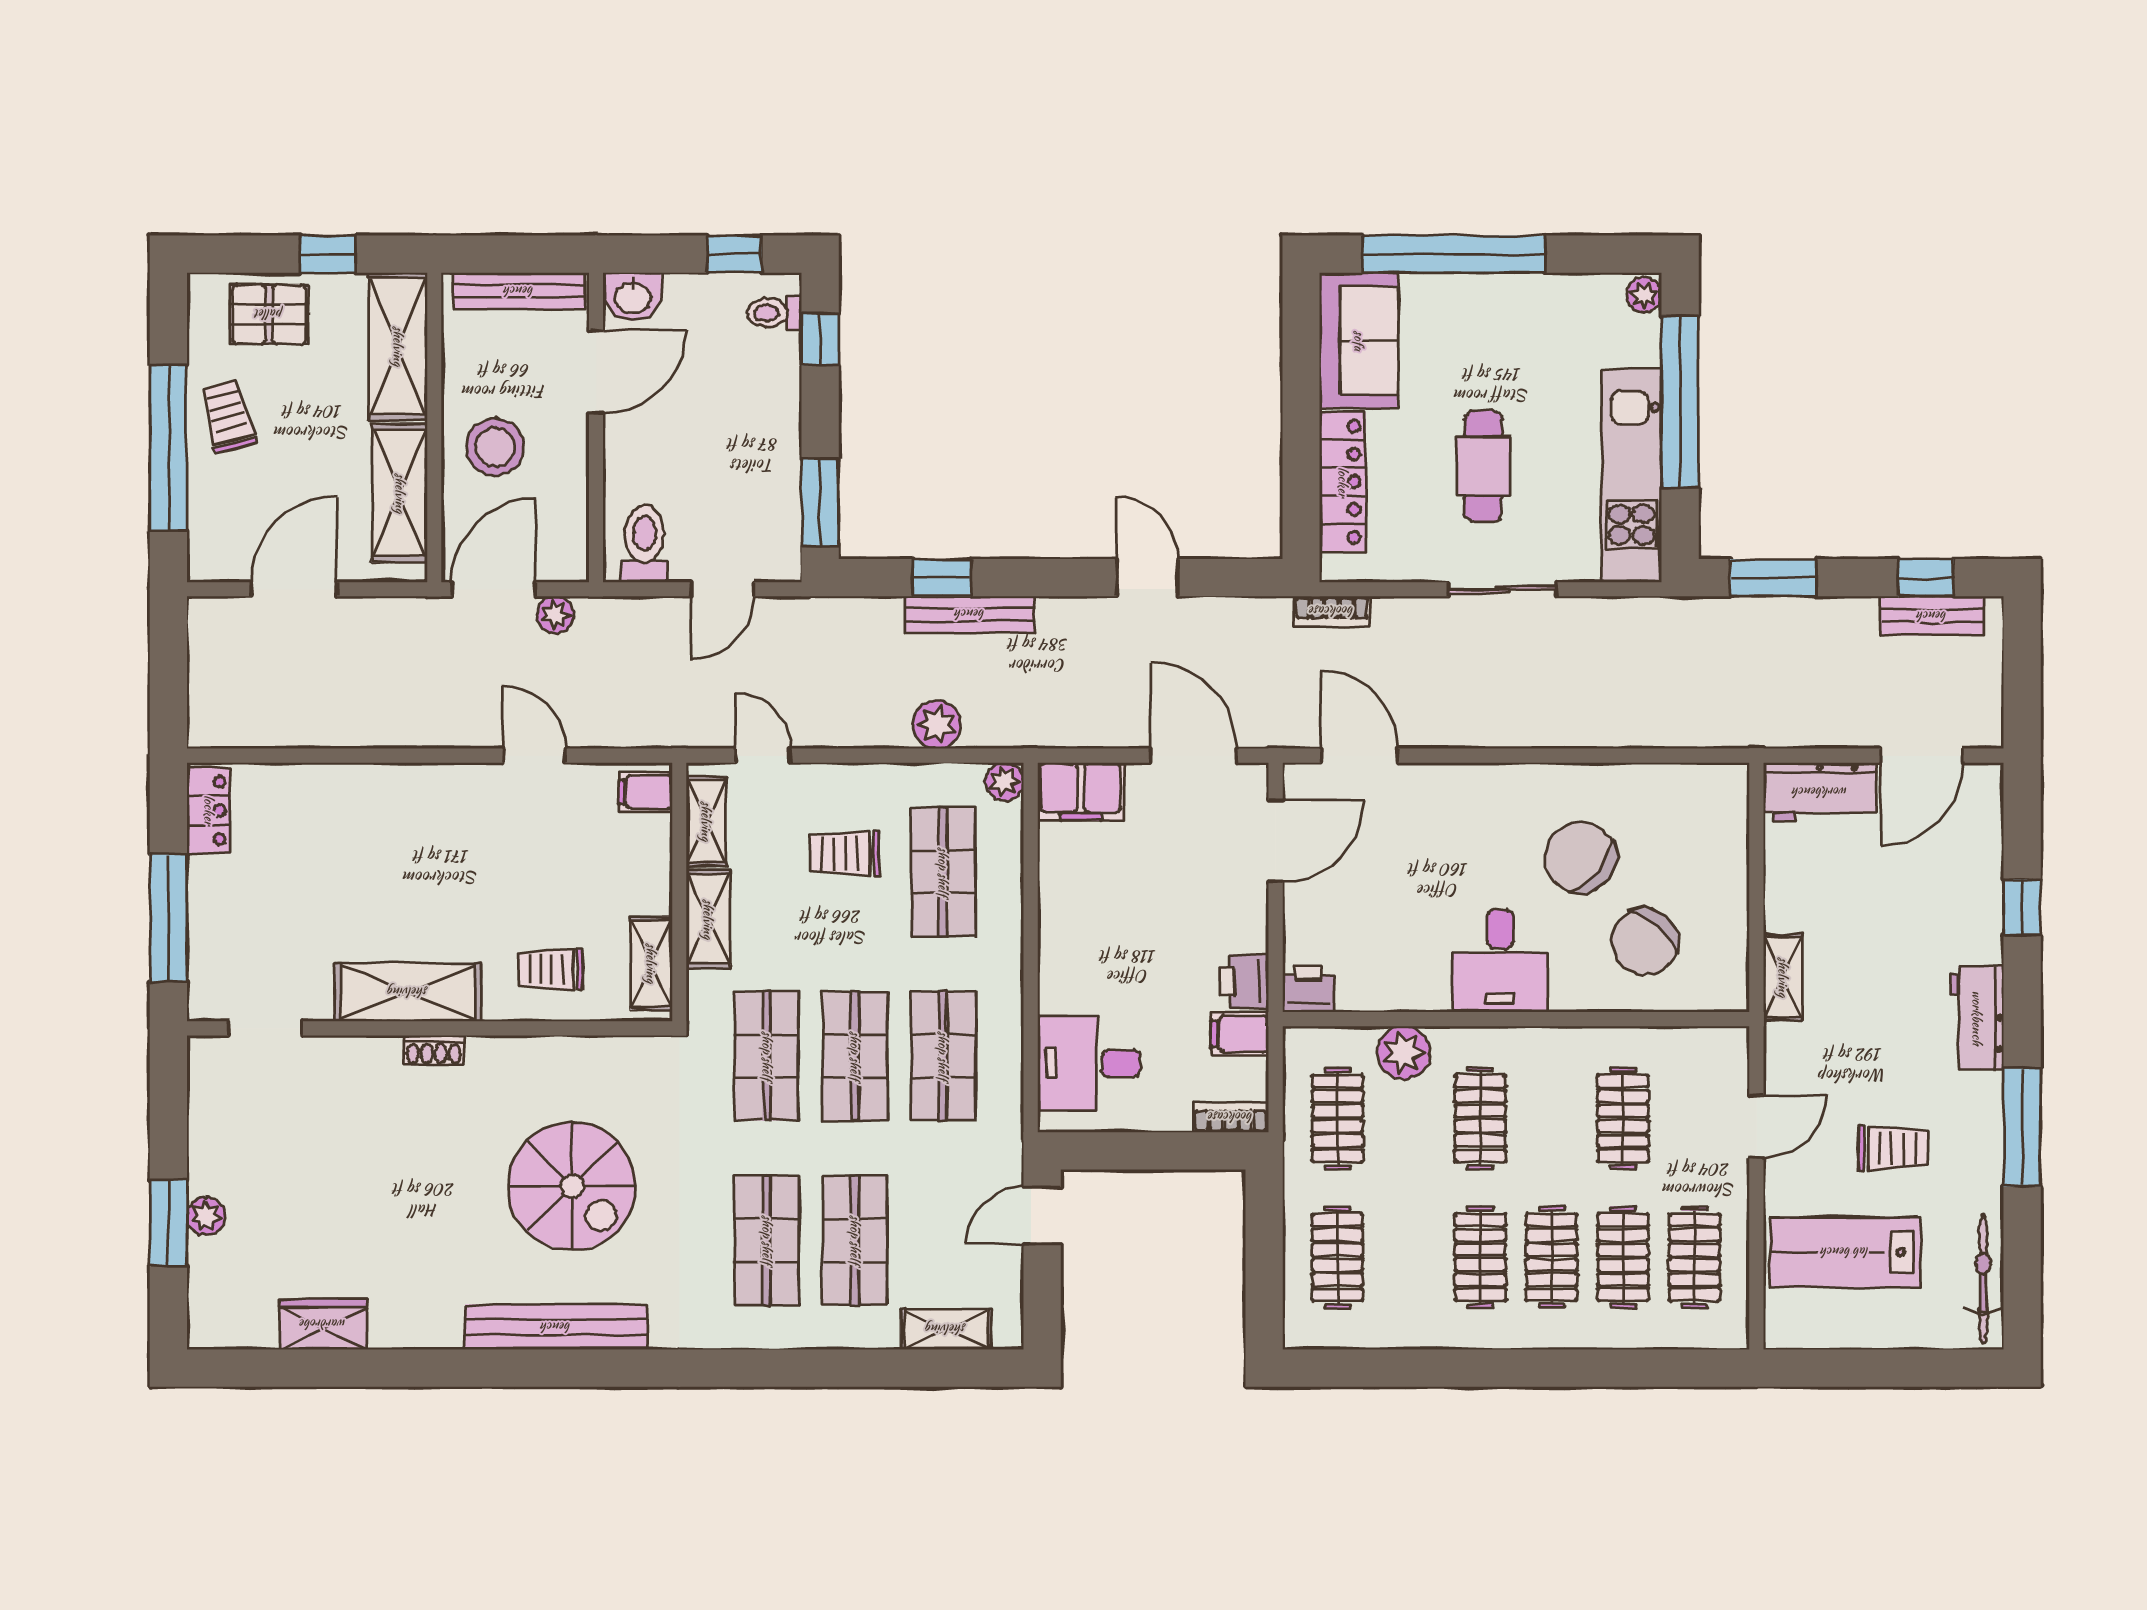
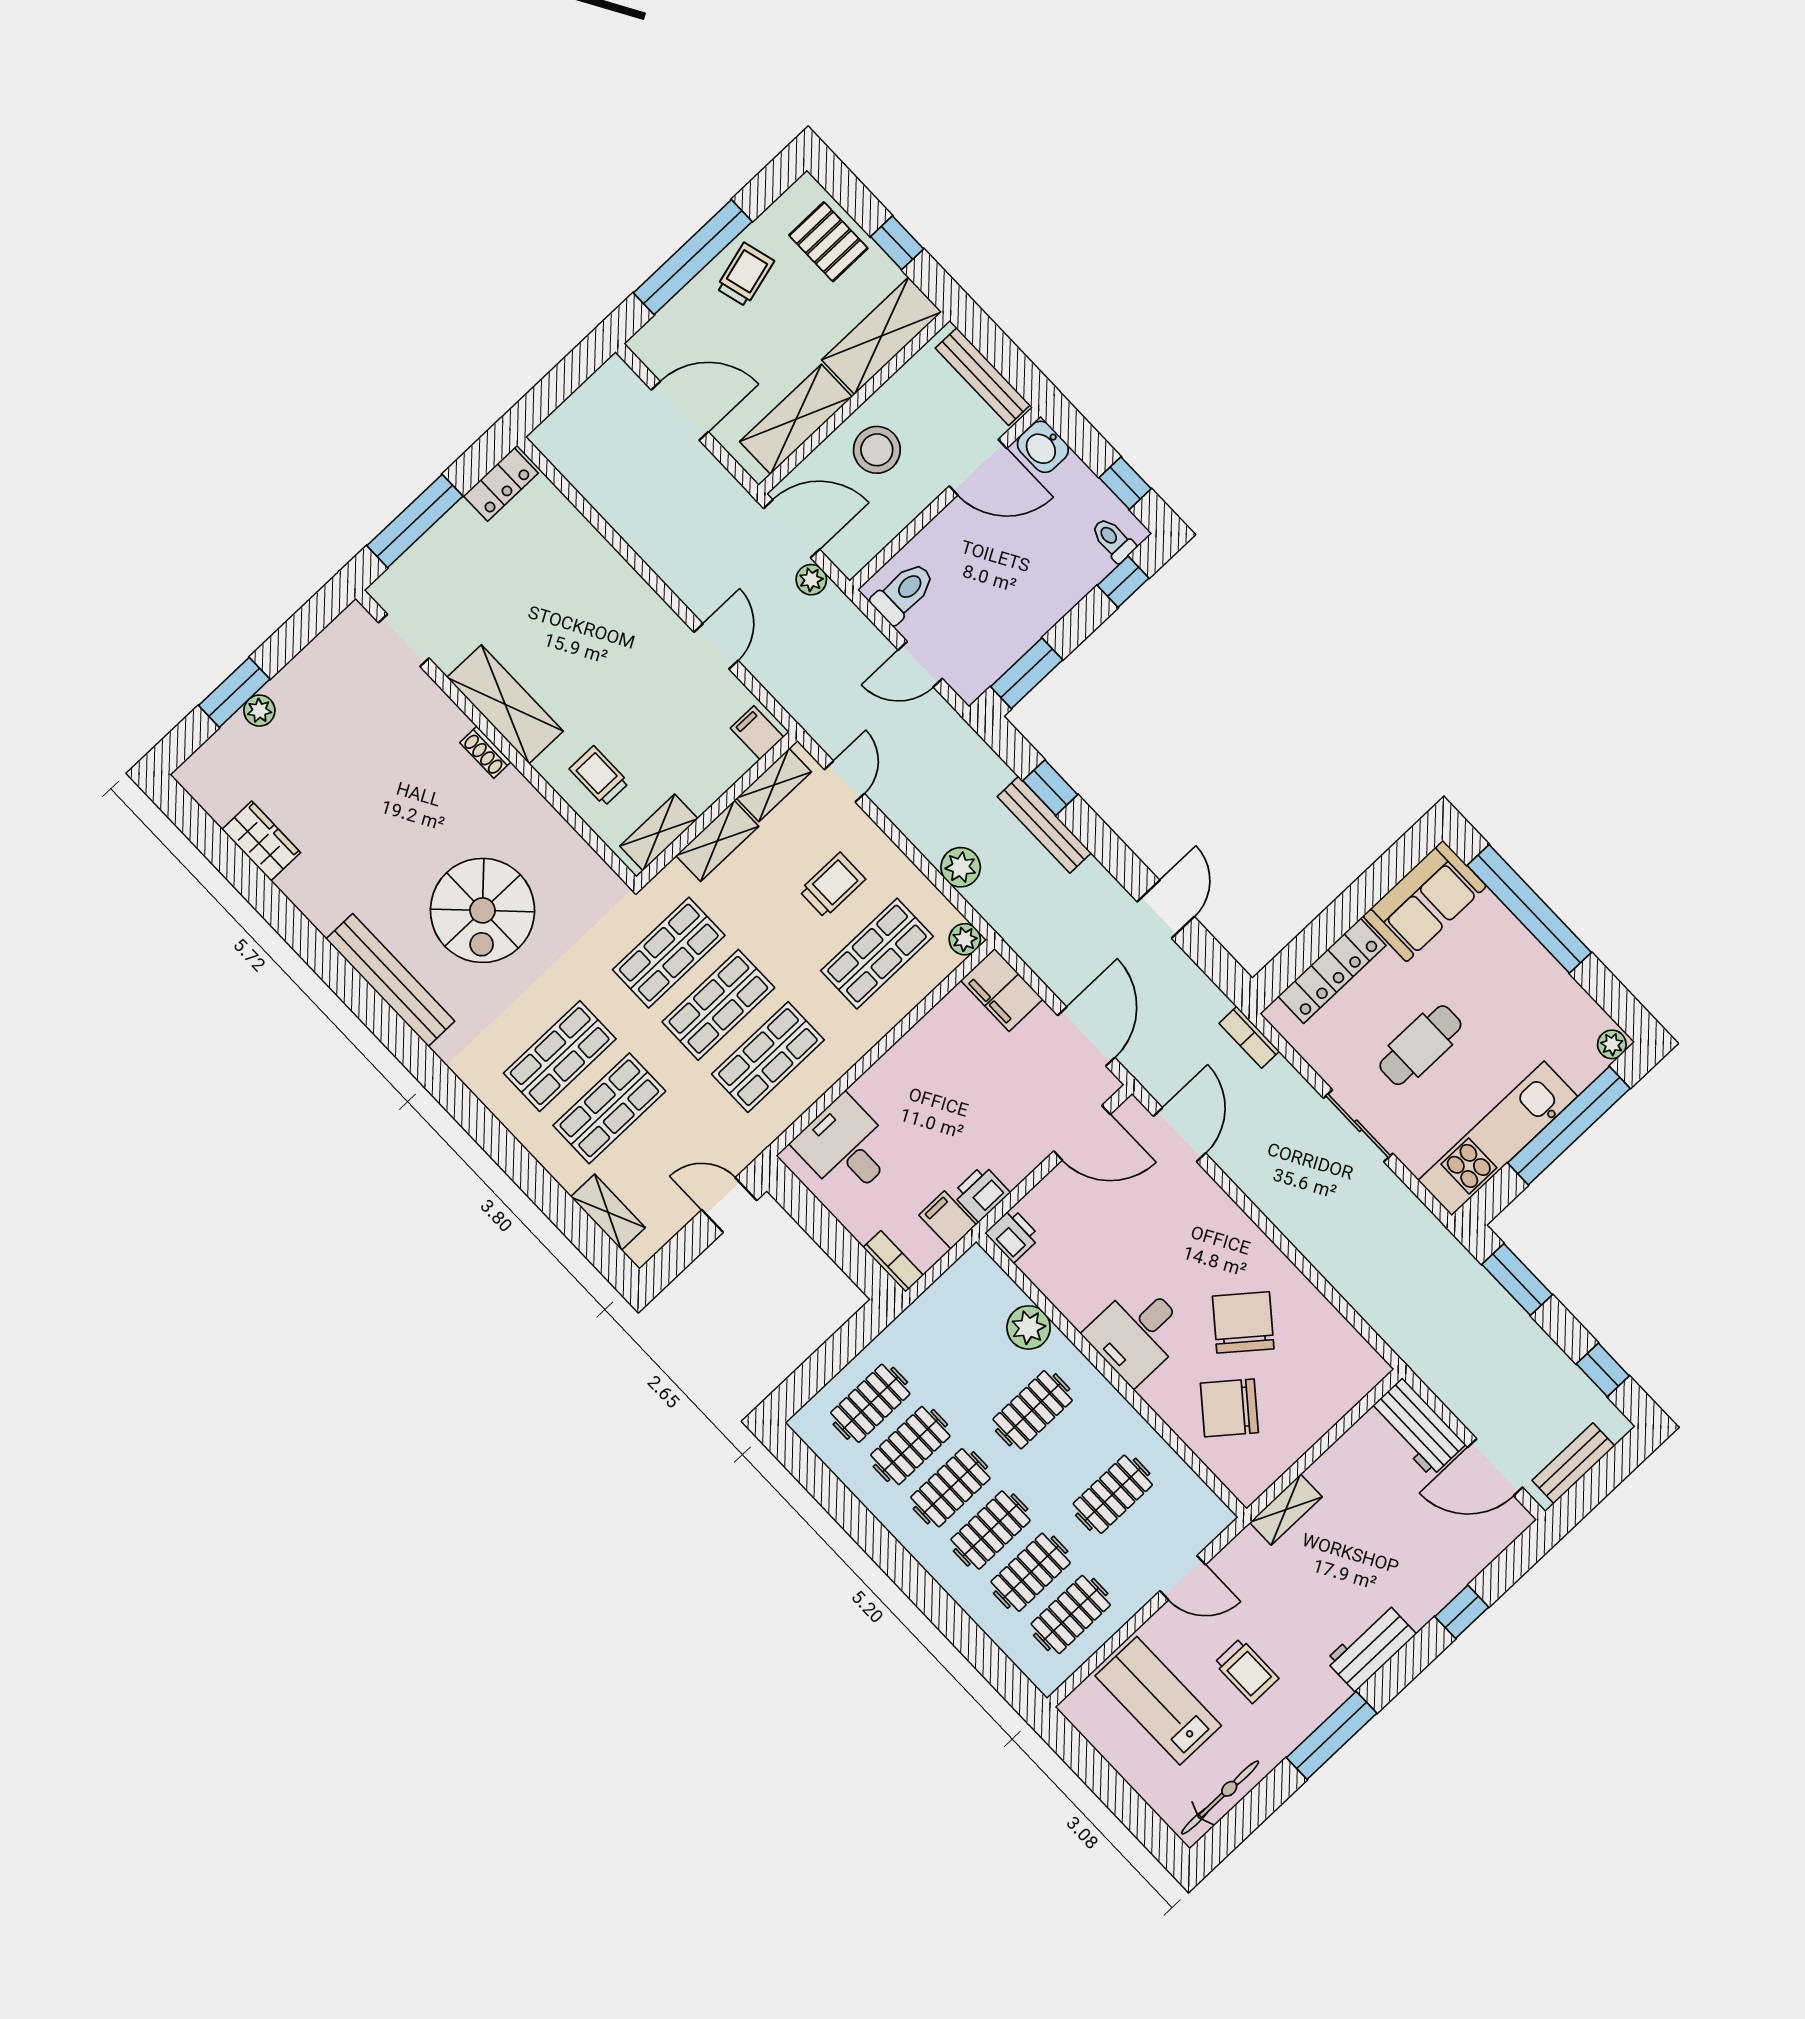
bench: (1932, 616) -> (1573, 1463), moved, turned 90
trolley: (845, 854) -> (832, 885), turned 90
clothes rail: (1337, 1118) -> (910, 1446), moved

